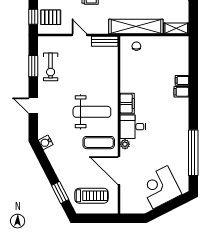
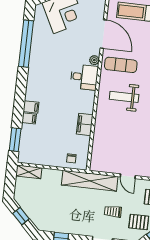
shelving: (136, 27) -> (90, 181), moved
bench: (105, 41) -> (103, 167), removed
window: (193, 58) -> (15, 140), added
filing cabinet: (127, 103) -> (85, 124), moved
weight bench: (92, 112) -> (124, 97), width x0.73, depth x0.75

